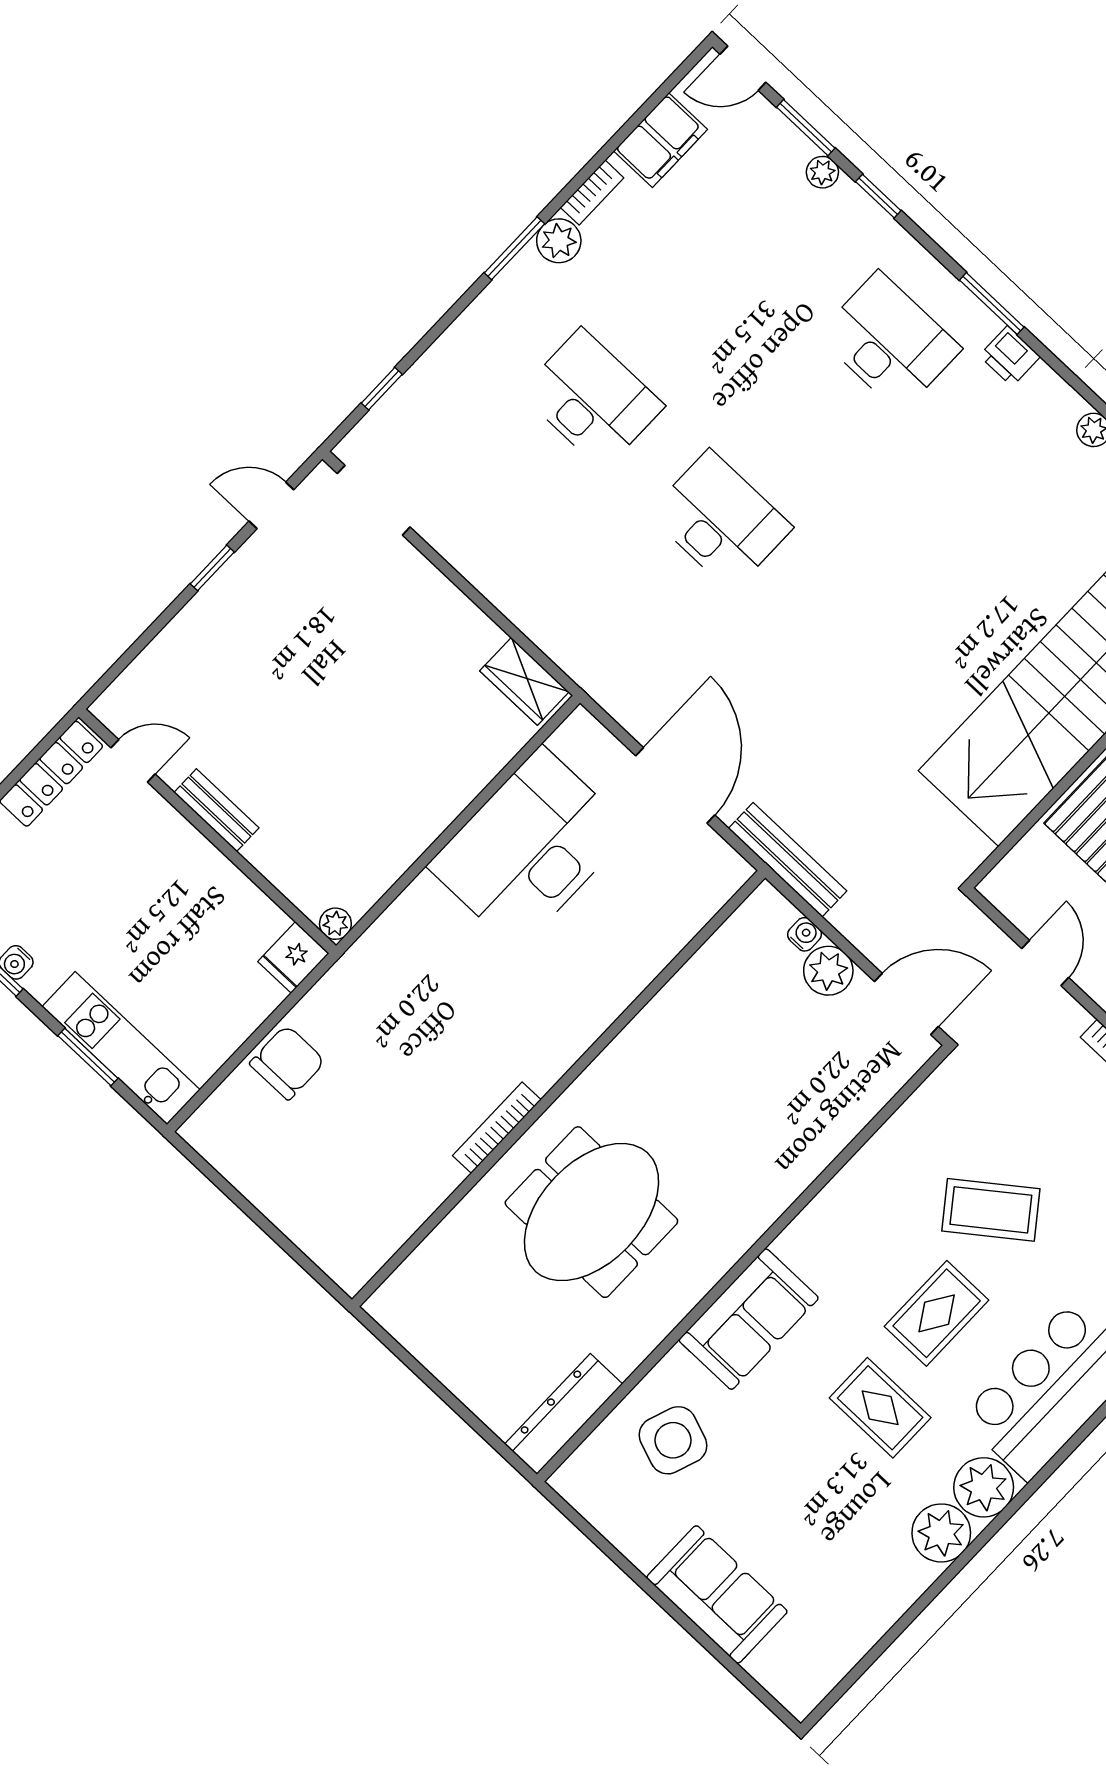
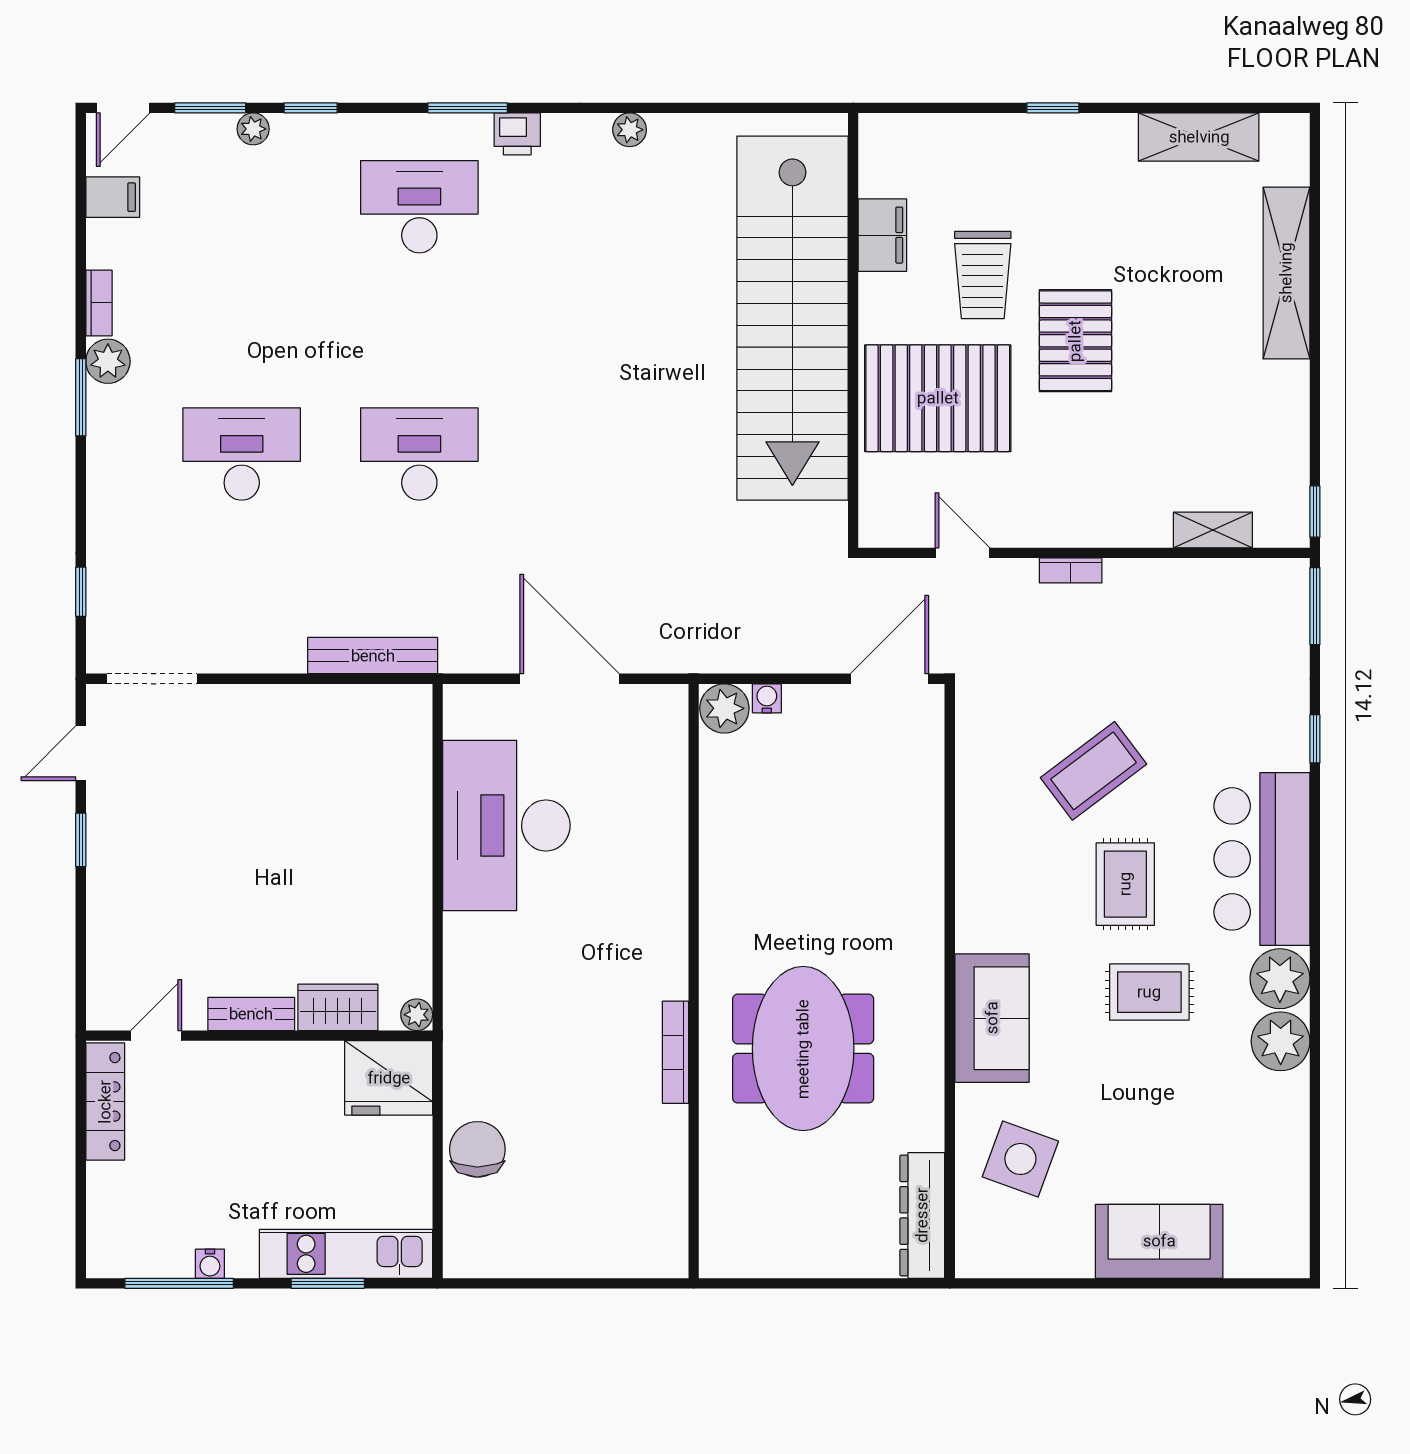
filing cabinet: (661, 140) -> (113, 197), width x0.50
wardrobe: (524, 681) -> (338, 1007), moved, turned 180
bench: (787, 860) -> (373, 656), moved
fridge: (293, 957) -> (389, 1078), width x1.88, depth x1.34
plant: (828, 971) -> (724, 708), moved

